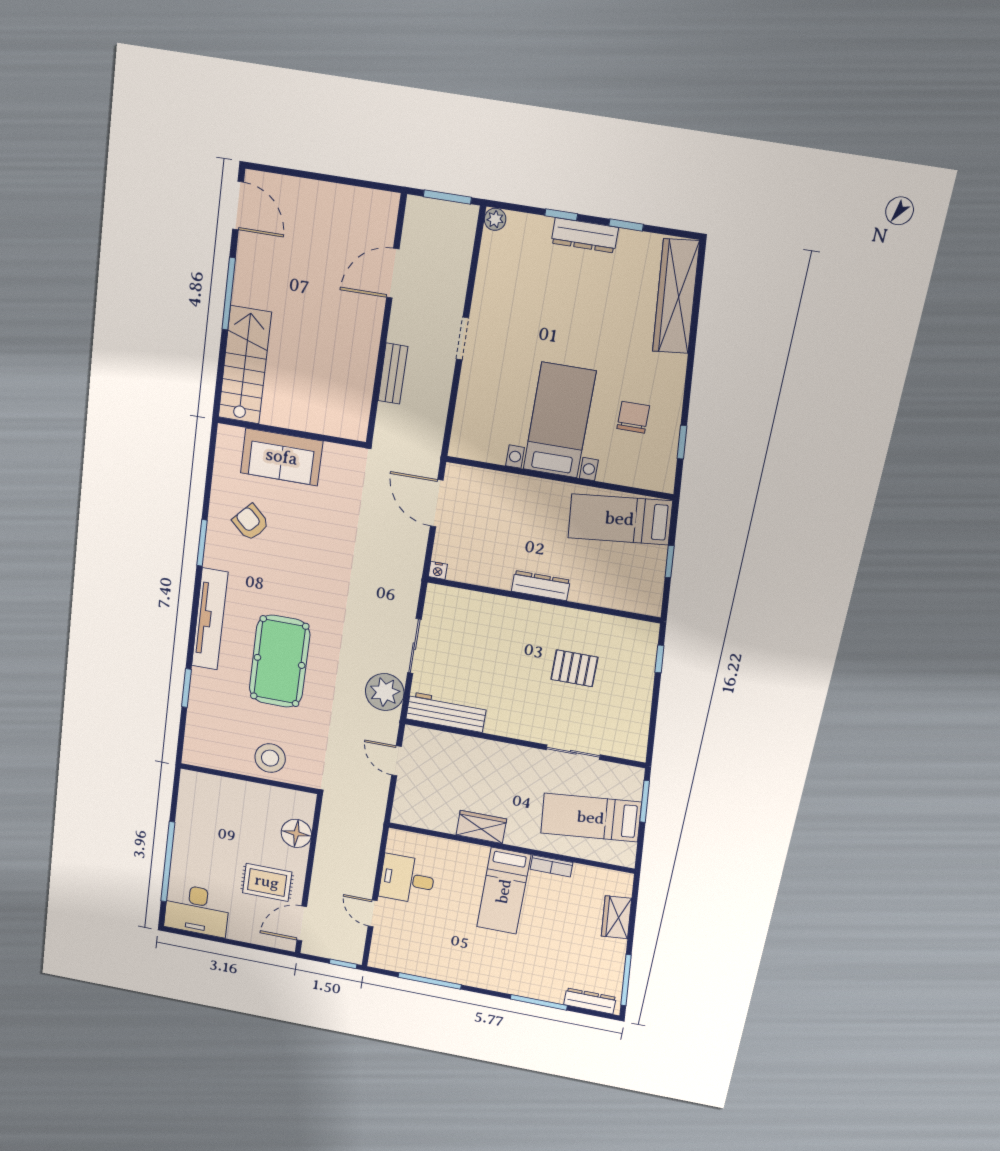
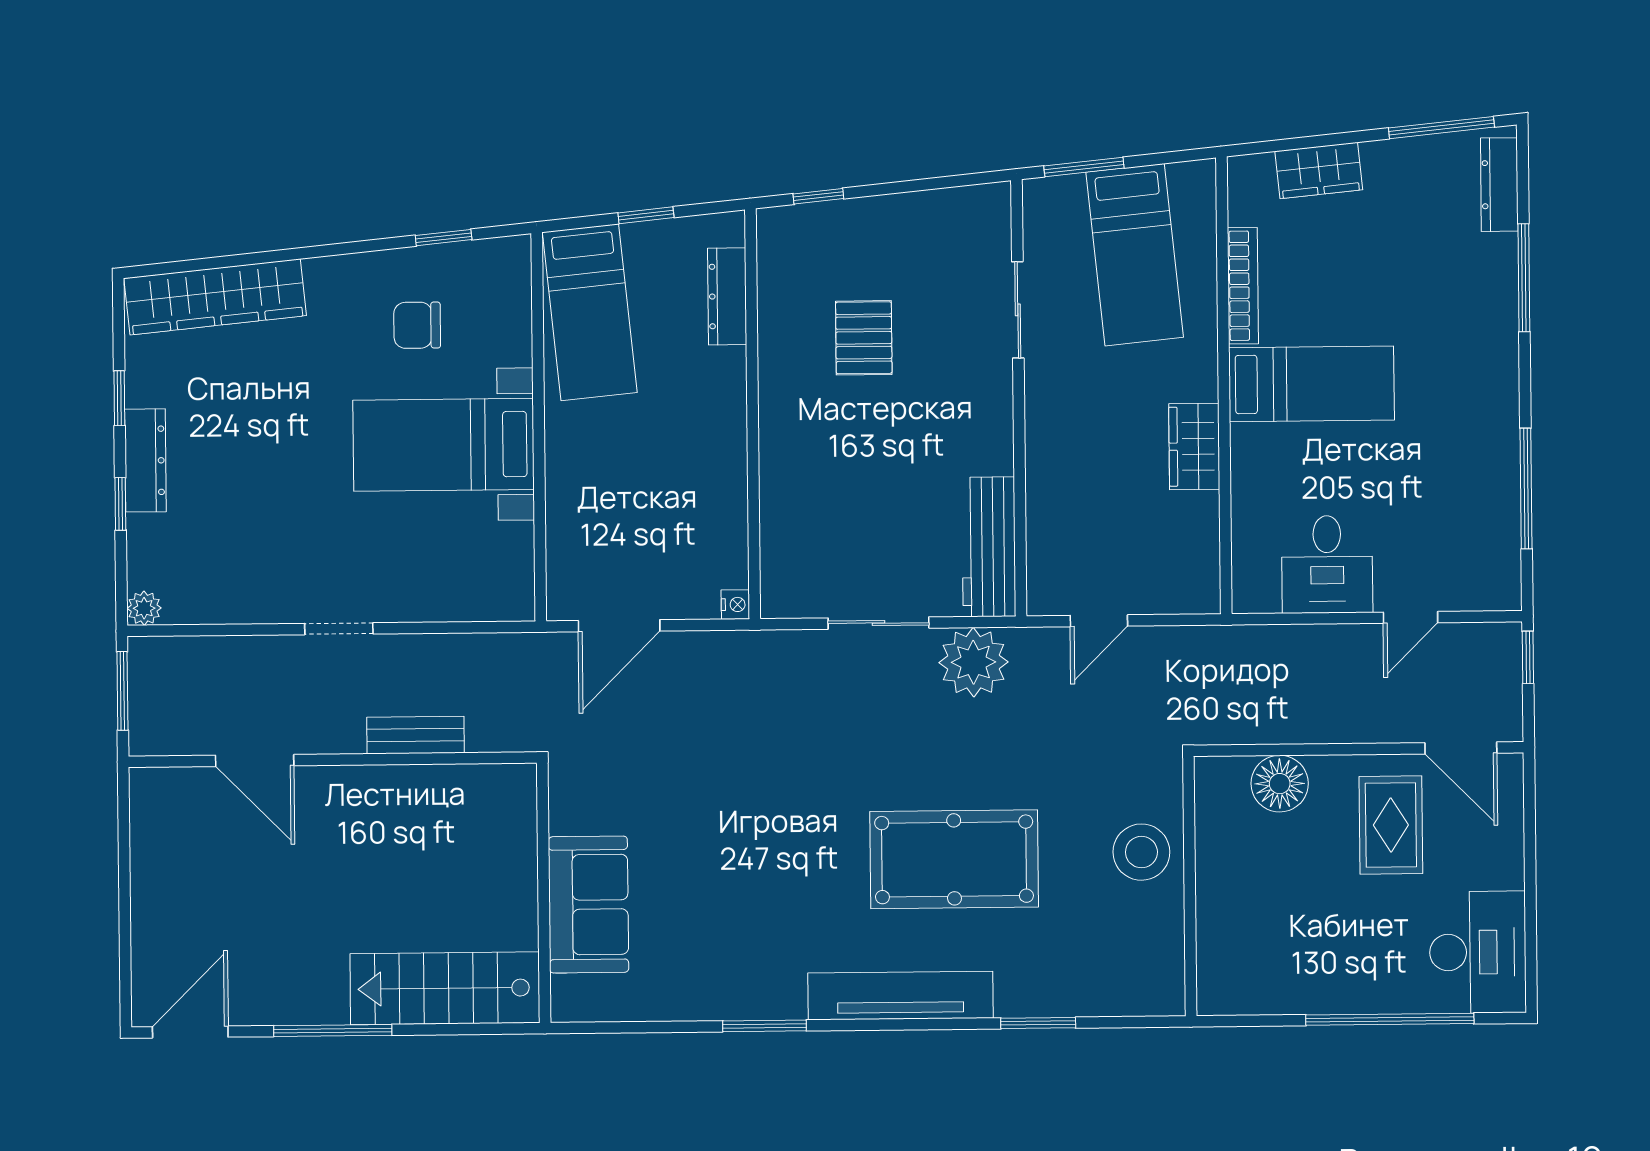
armchair: (251, 522) -> (712, 944), removed
dresser: (541, 586) -> (727, 296), moved
bookcase: (551, 866) -> (1243, 286), width x1.56

